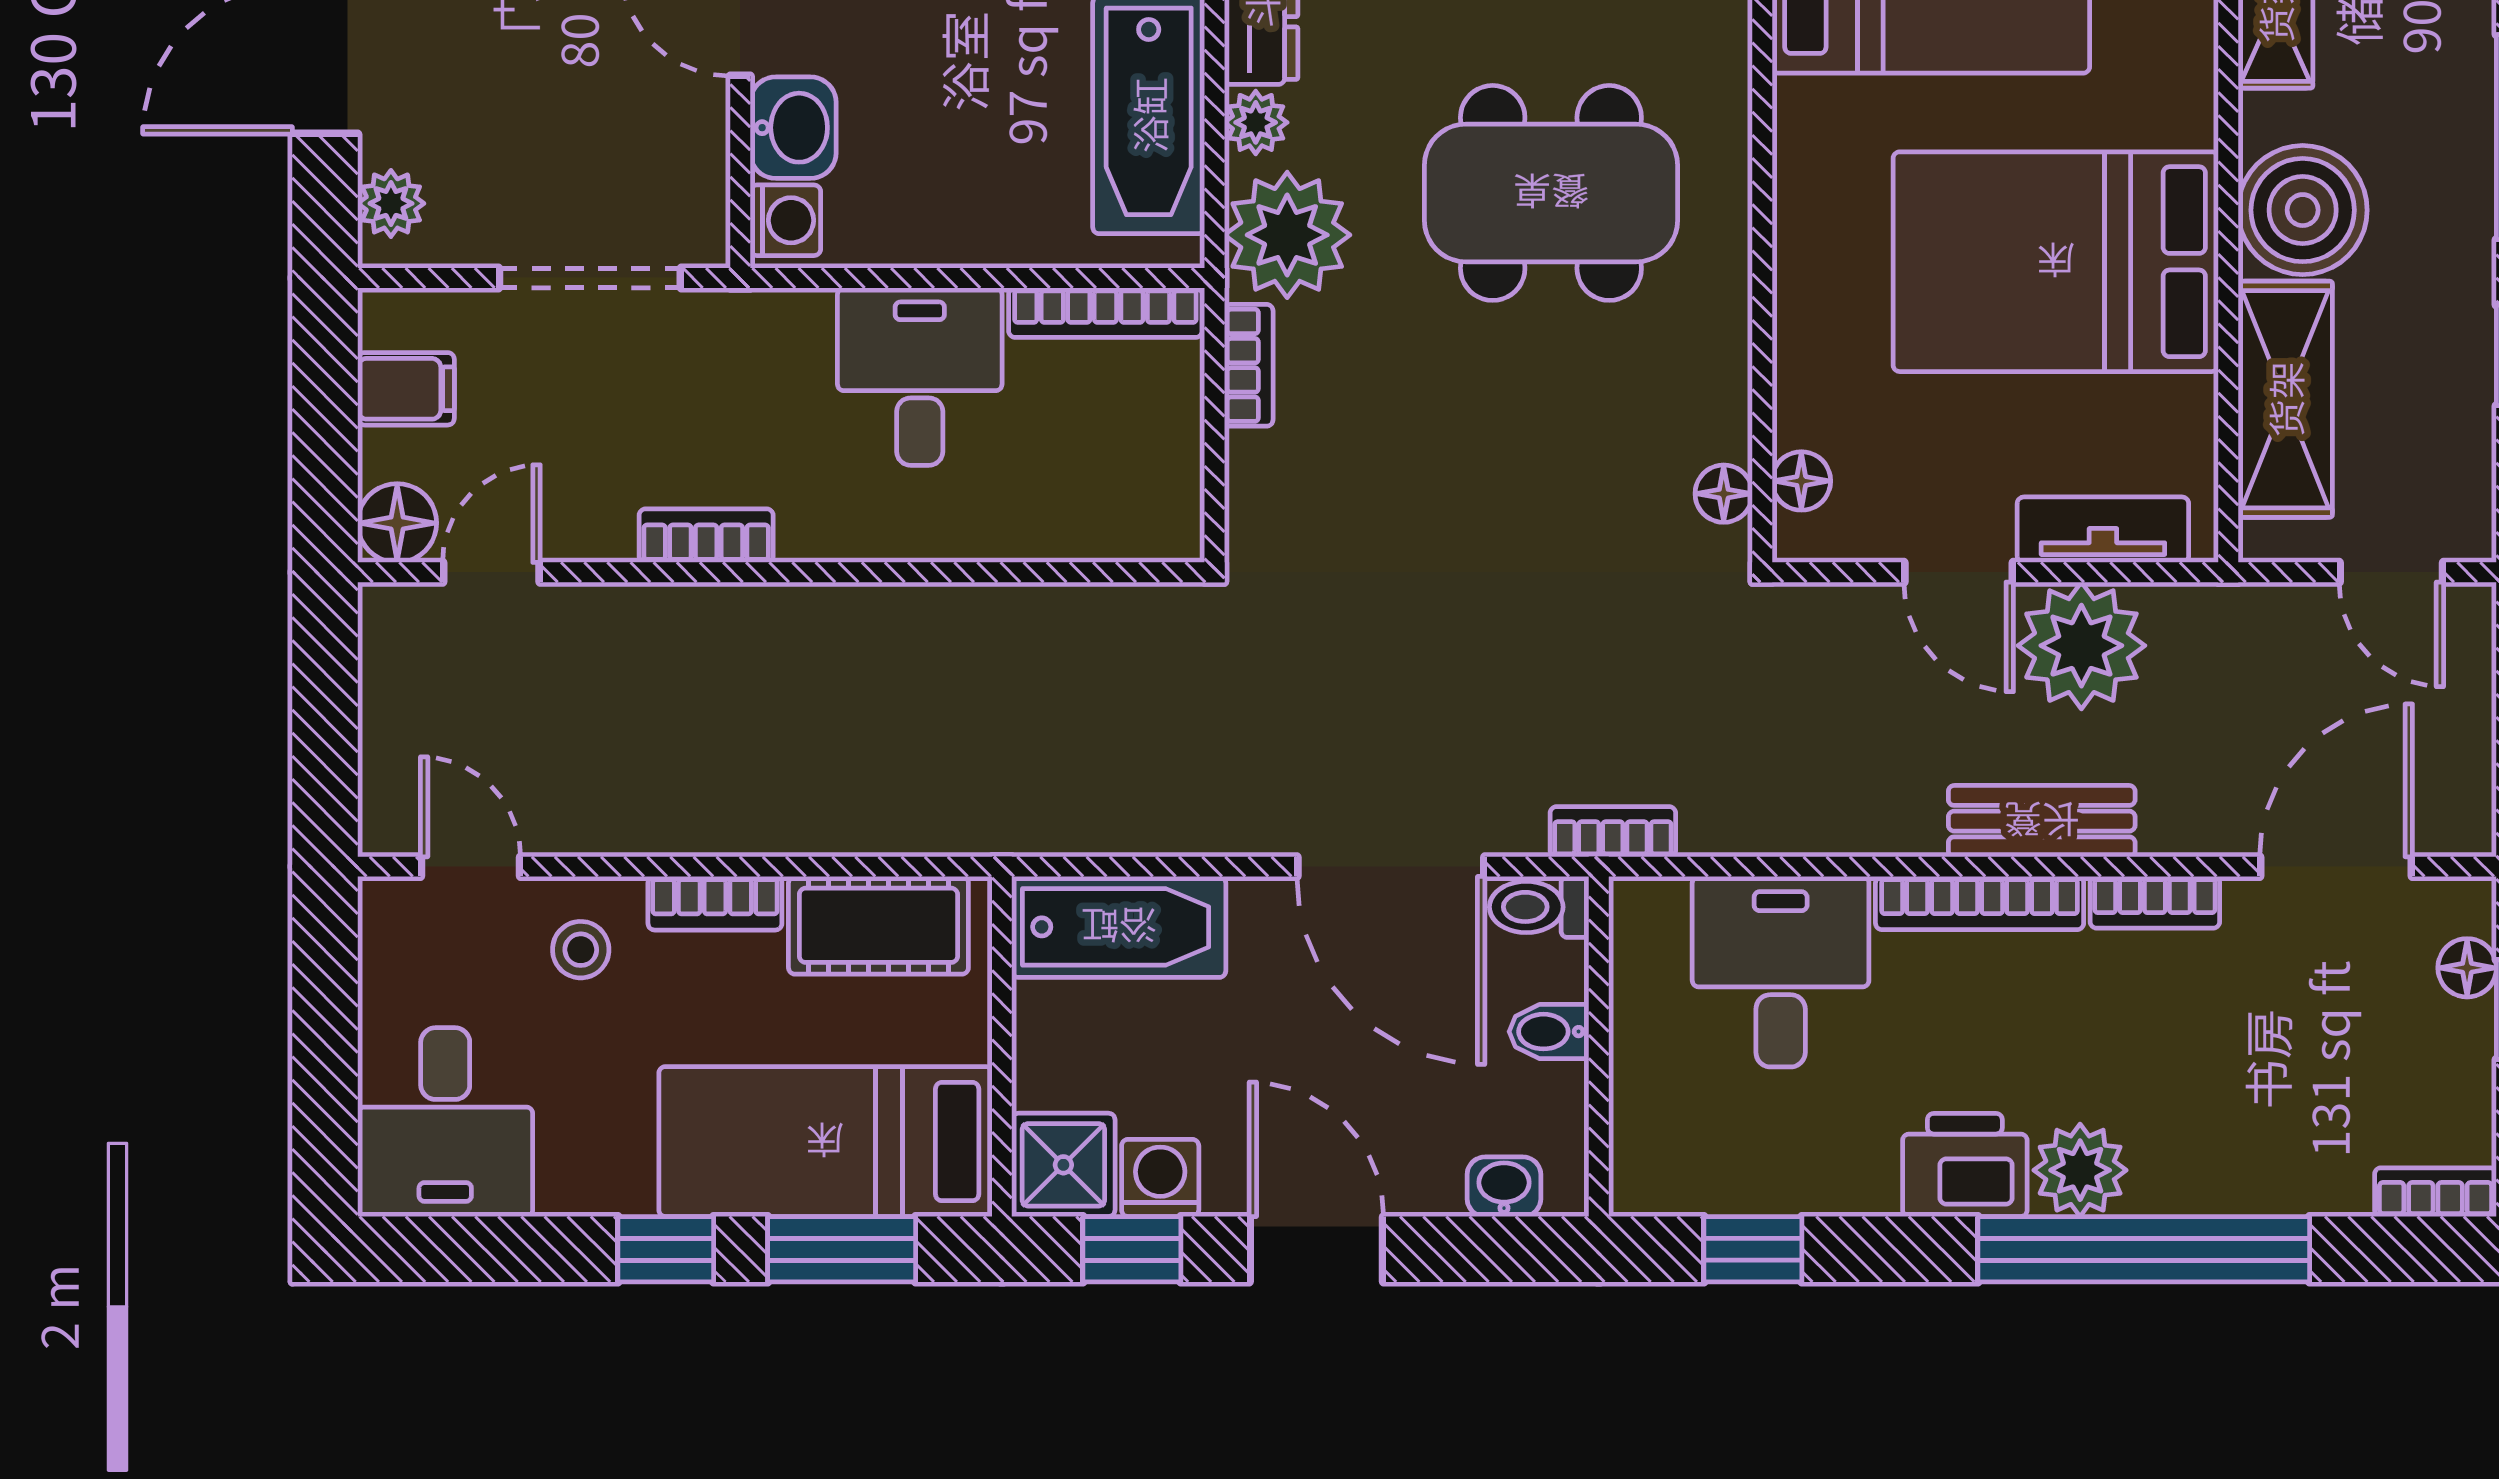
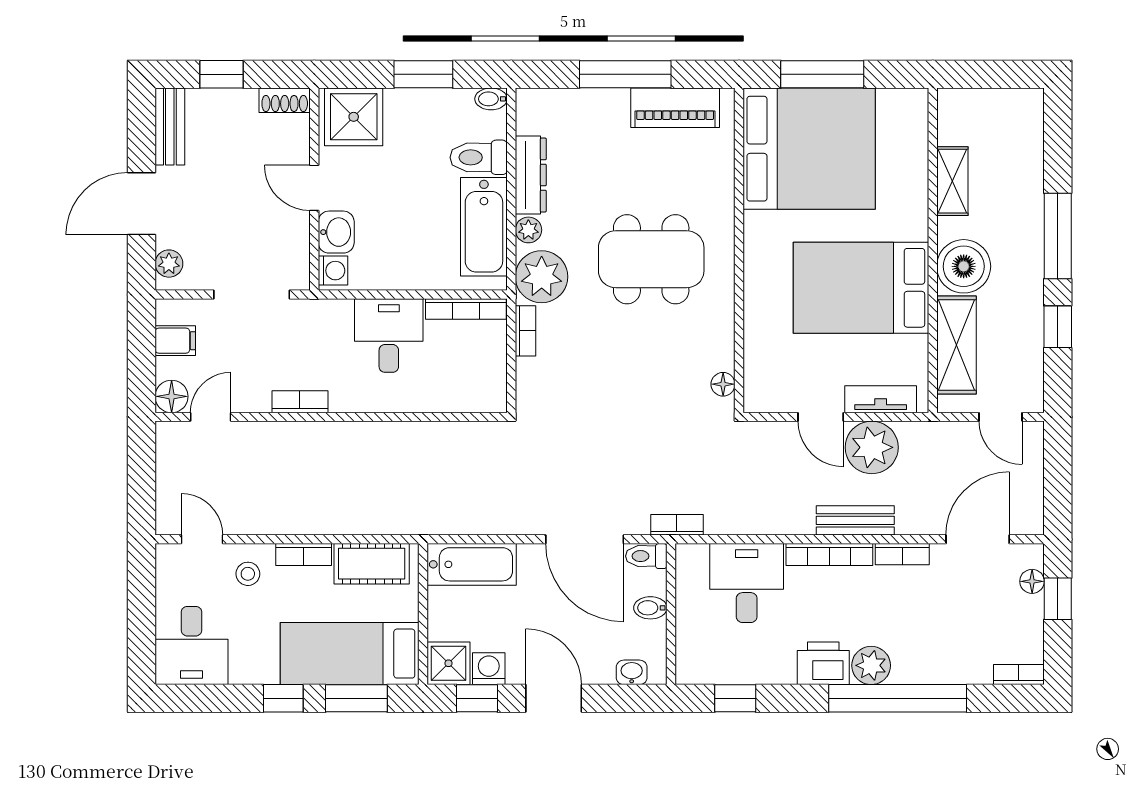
floor lamp: (1801, 481) -> (755, 379), removed

